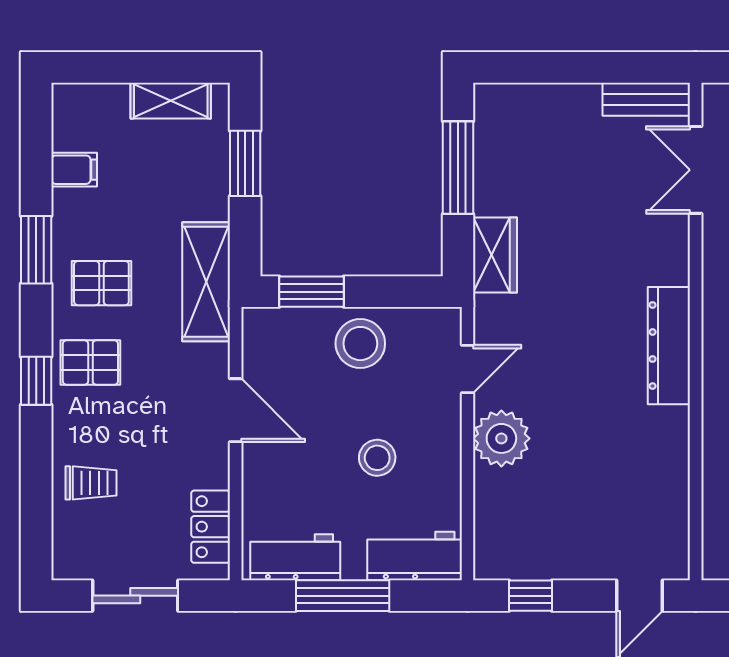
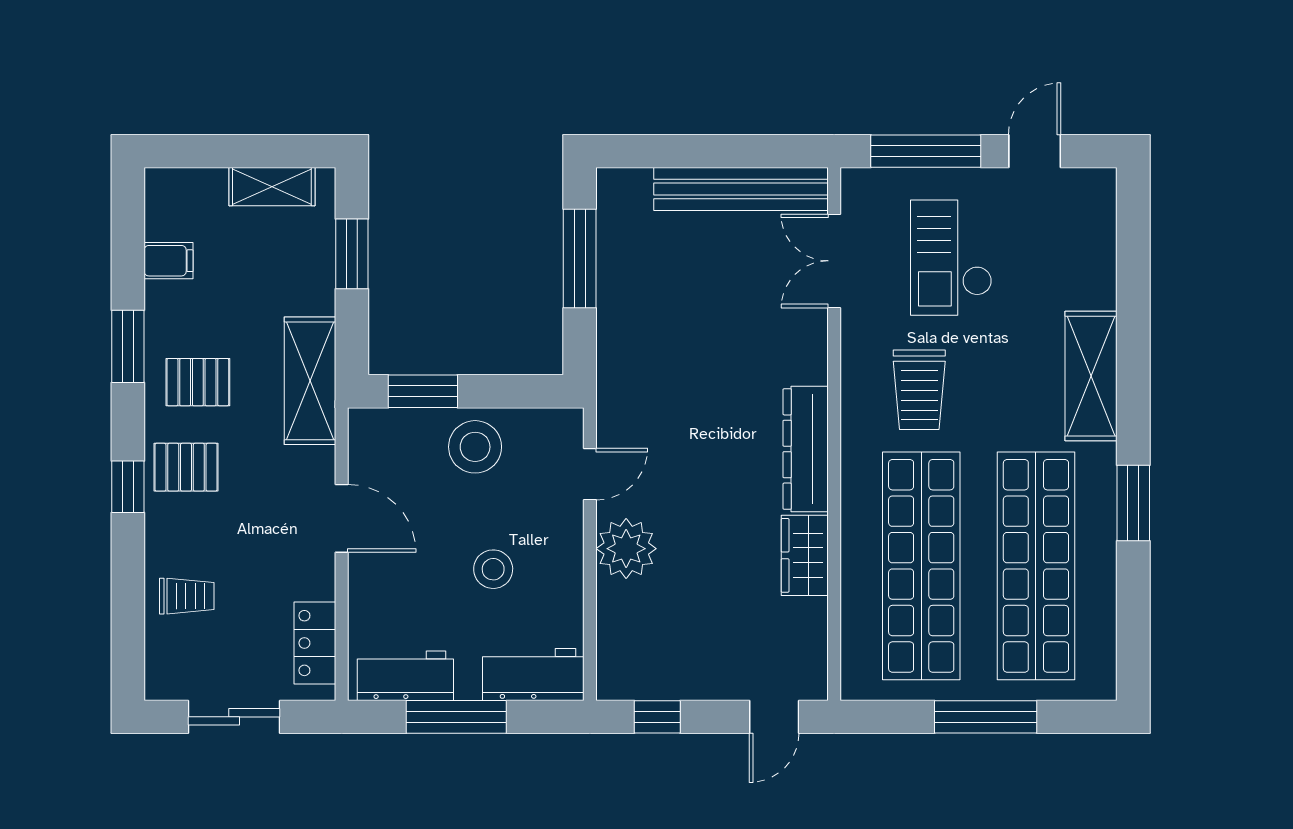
bench: (646, 99) -> (741, 189), width x1.86, depth x1.21
wardrobe: (495, 255) -> (805, 555), moved, turned 180

